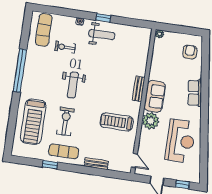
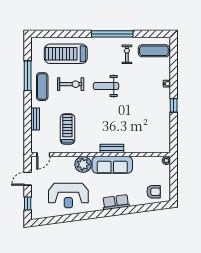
weight bench: (102, 35) -> (158, 106), removed
exercise bike: (65, 47) -> (127, 54), moved
sofa: (155, 96) -> (112, 165), width x1.36
treadmill: (117, 122) -> (67, 129), moved
window: (50, 165) -> (28, 76), width x2.17

